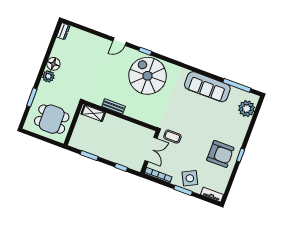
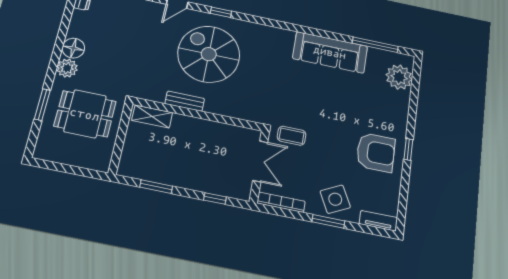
spiral stairs: (148, 76) -> (209, 54), moved
dining table: (52, 119) -> (85, 114), moved

